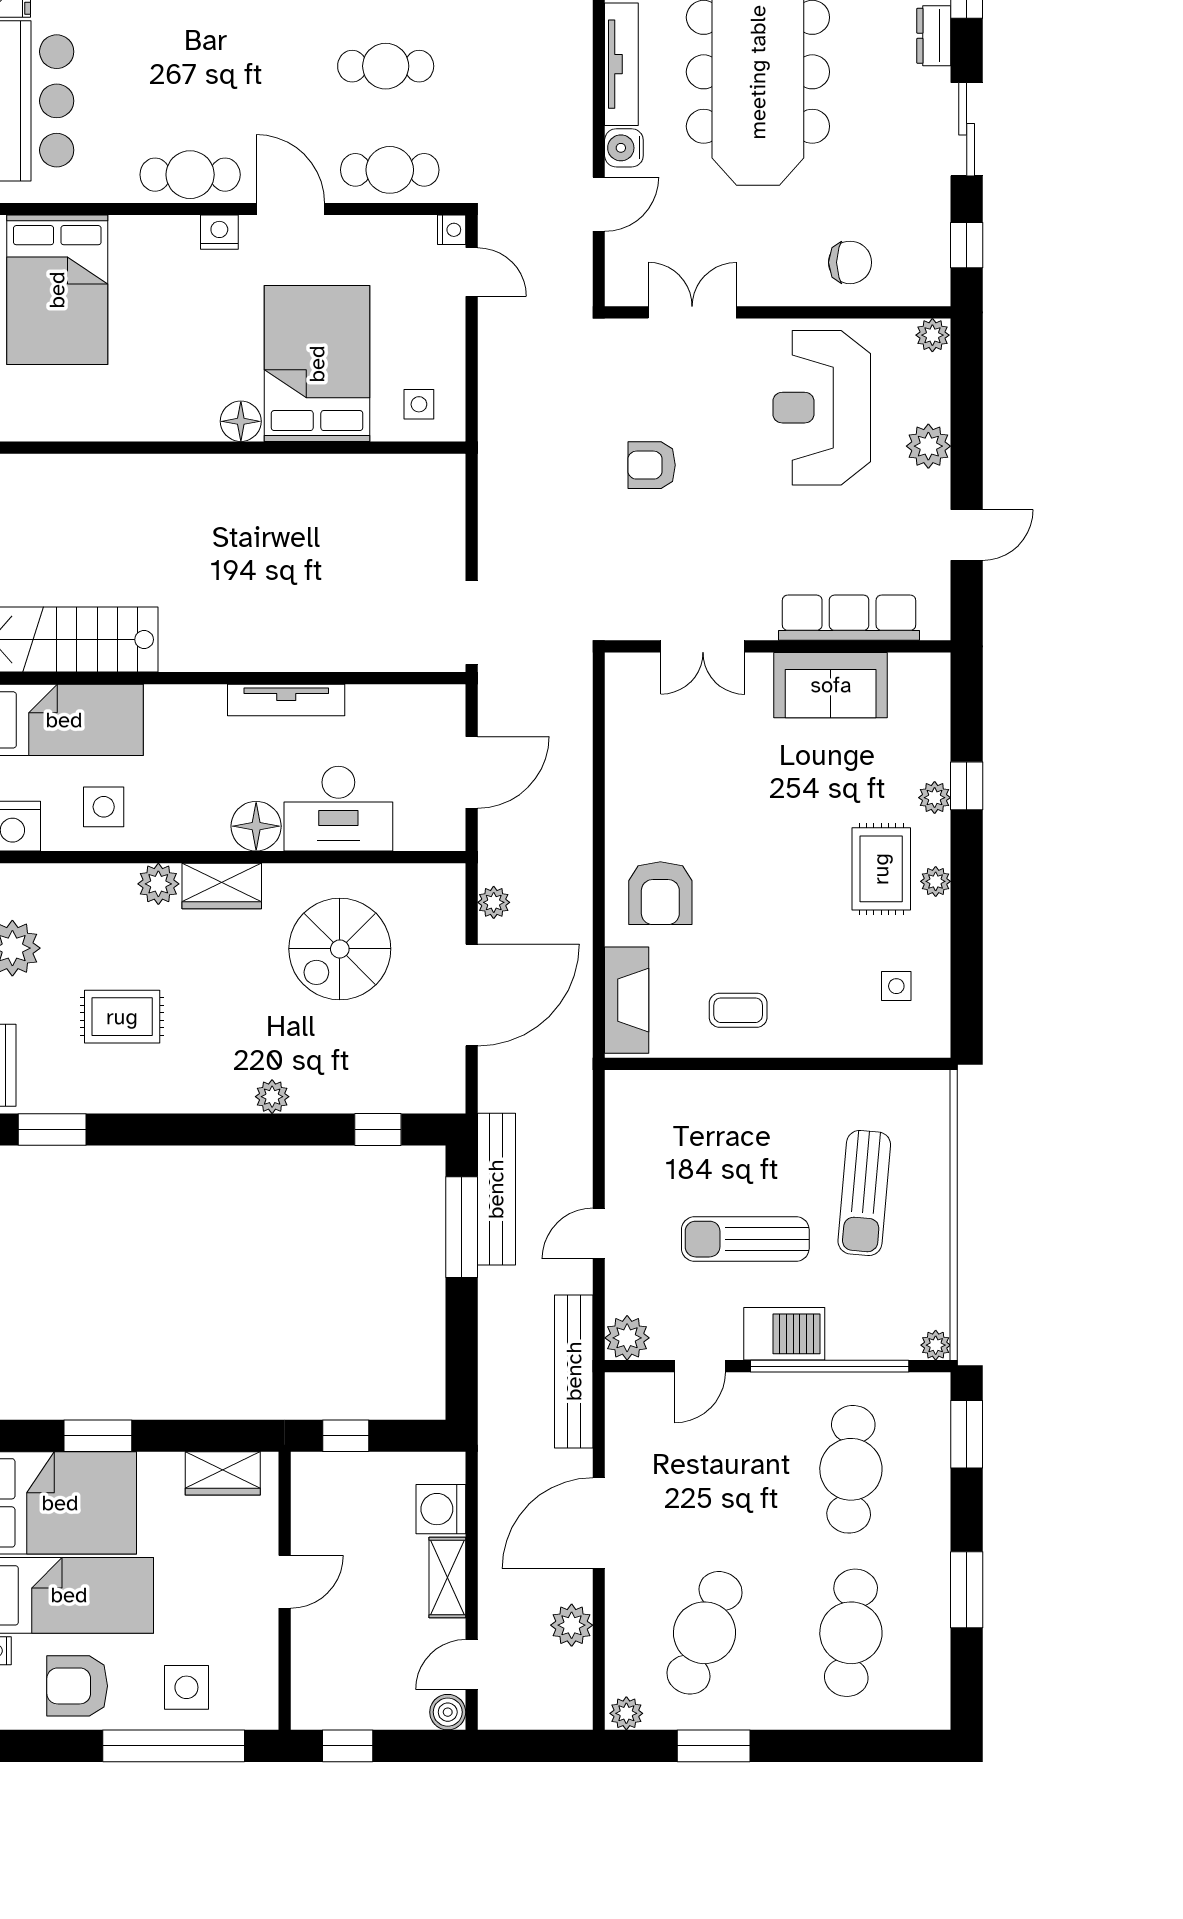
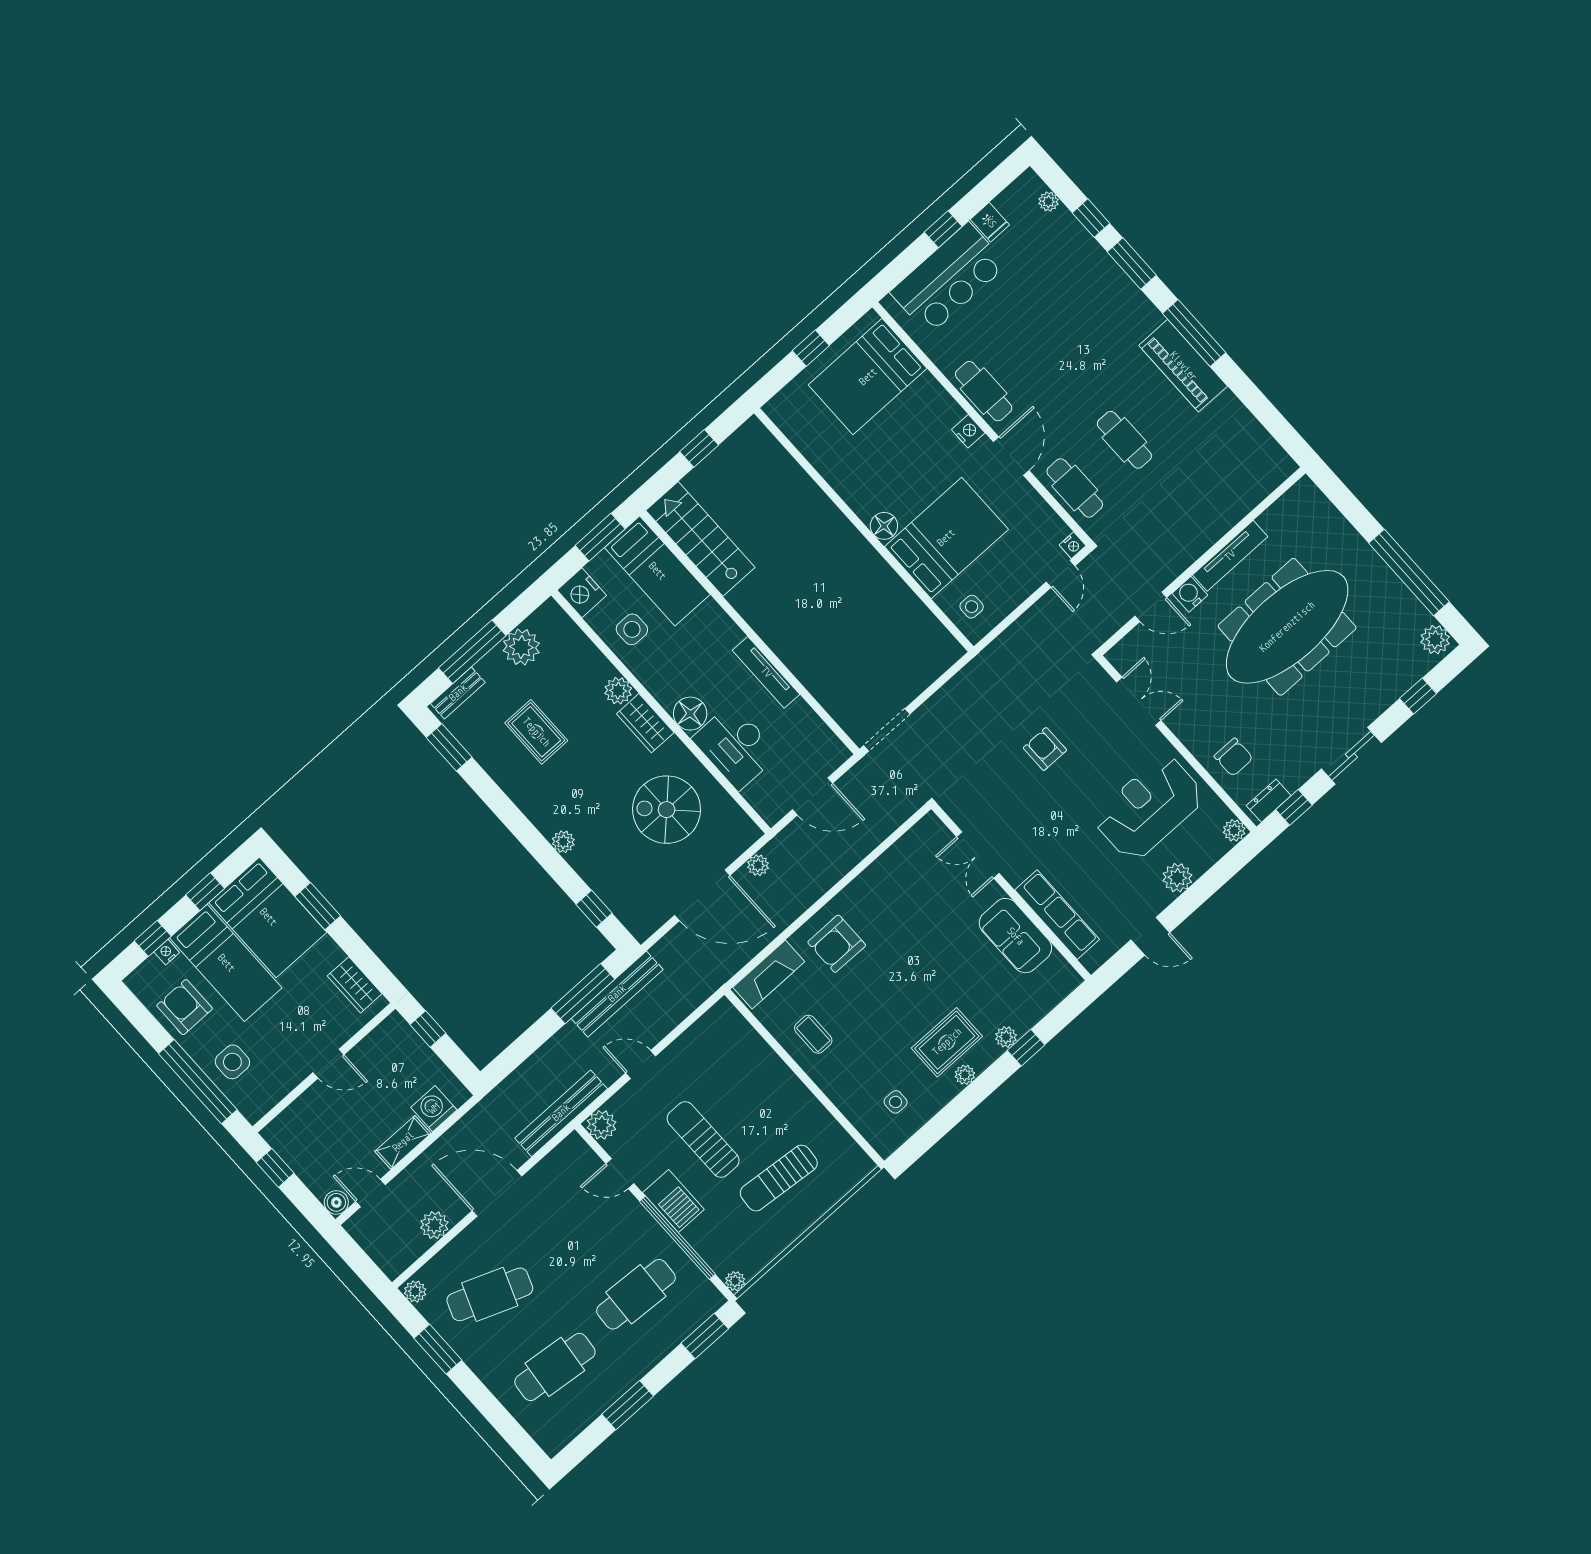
dresser: (934, 36) -> (1269, 801), moved

